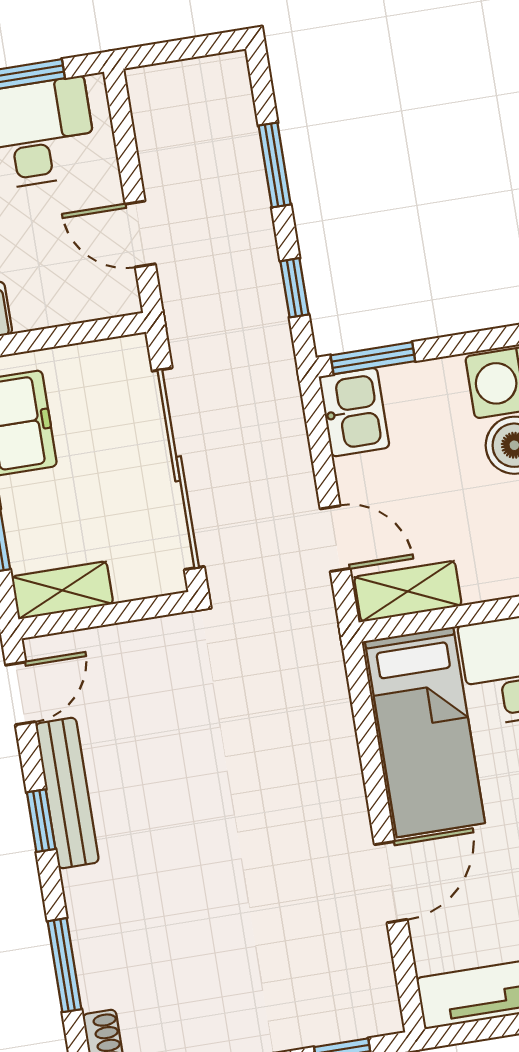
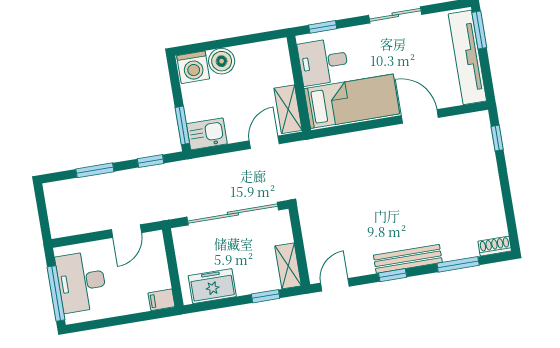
door: (20, 693) -> (335, 285), hinge flipped
bench: (67, 793) -> (408, 259), moved

